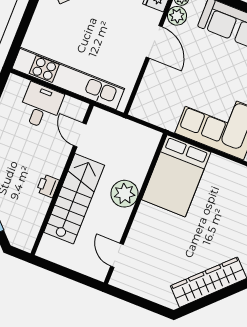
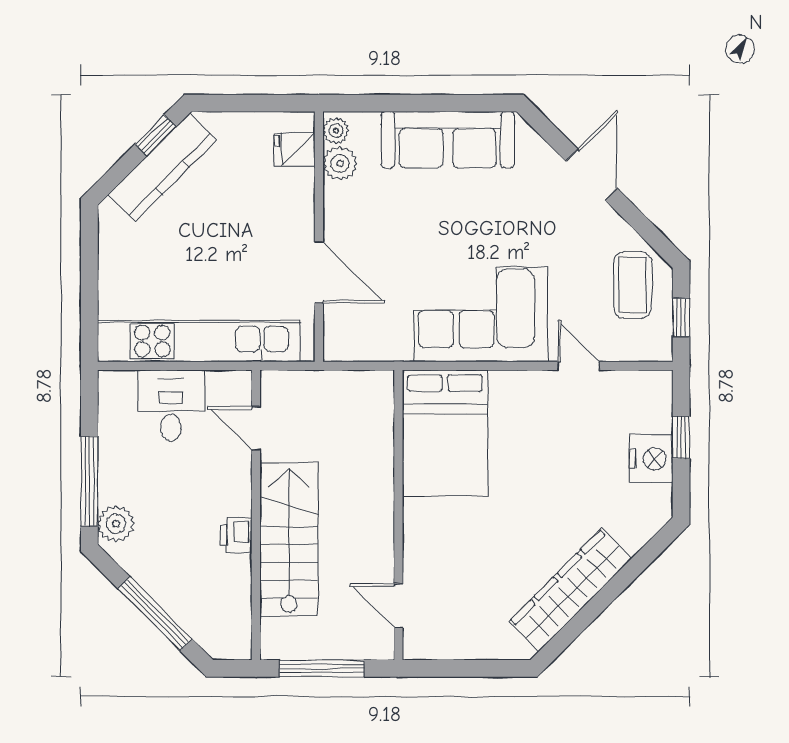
door: (154, 42) -> (319, 272), moved
plant: (124, 194) -> (370, 497), removed
window: (65, 272) -> (322, 668), added

